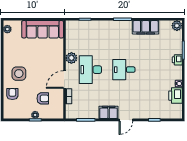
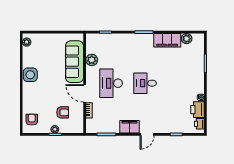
plant: (177, 26) -> (187, 39), moved
sofa: (43, 29) -> (75, 62), moved, turned 90
plant: (71, 58) -> (92, 60), moved
printer: (177, 60) -> (199, 124), moved
side table: (19, 74) -> (30, 75), moved
door: (64, 80) -> (85, 93), hinge flipped
armchair: (12, 94) -> (32, 120), moved

